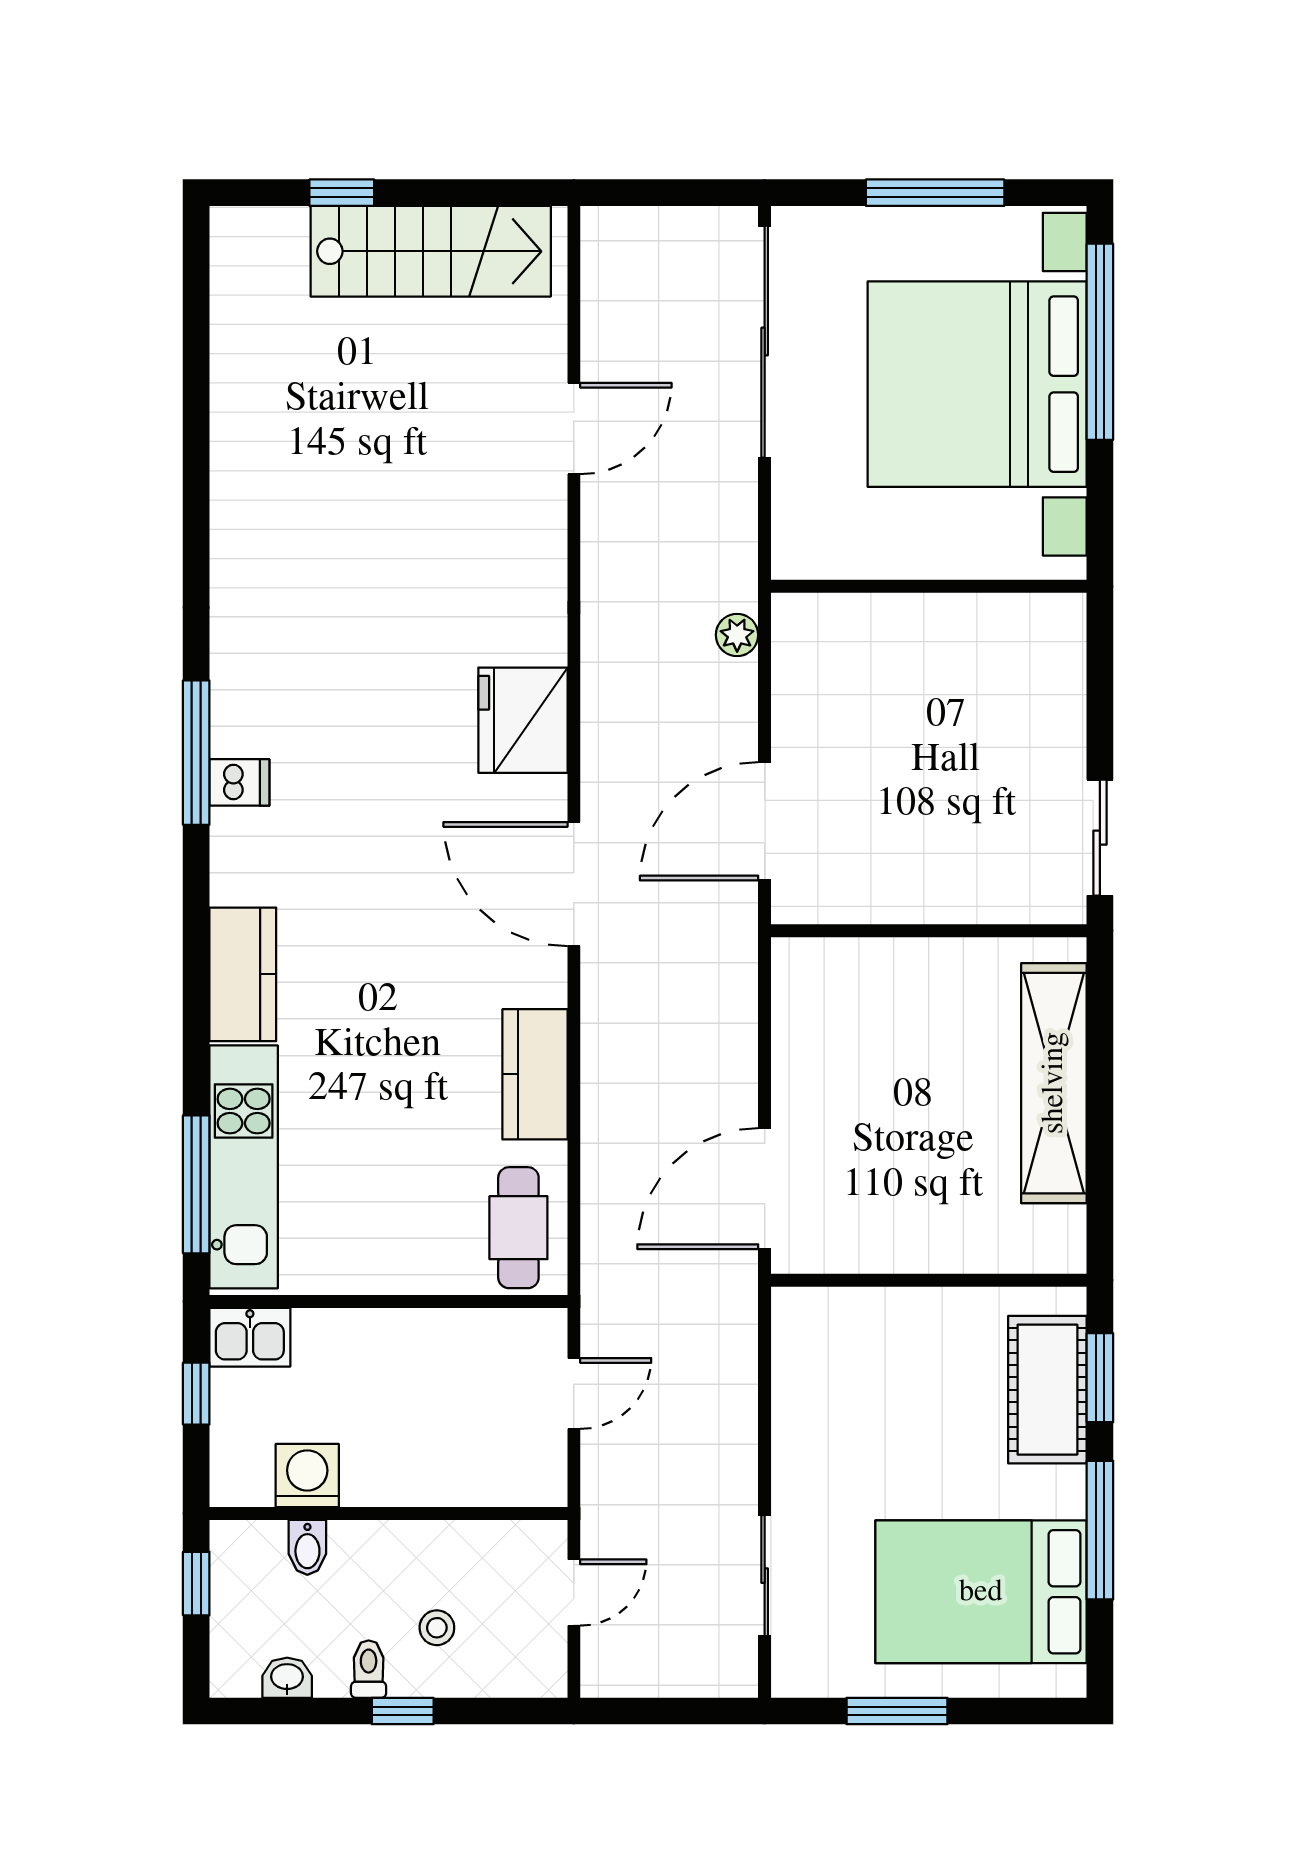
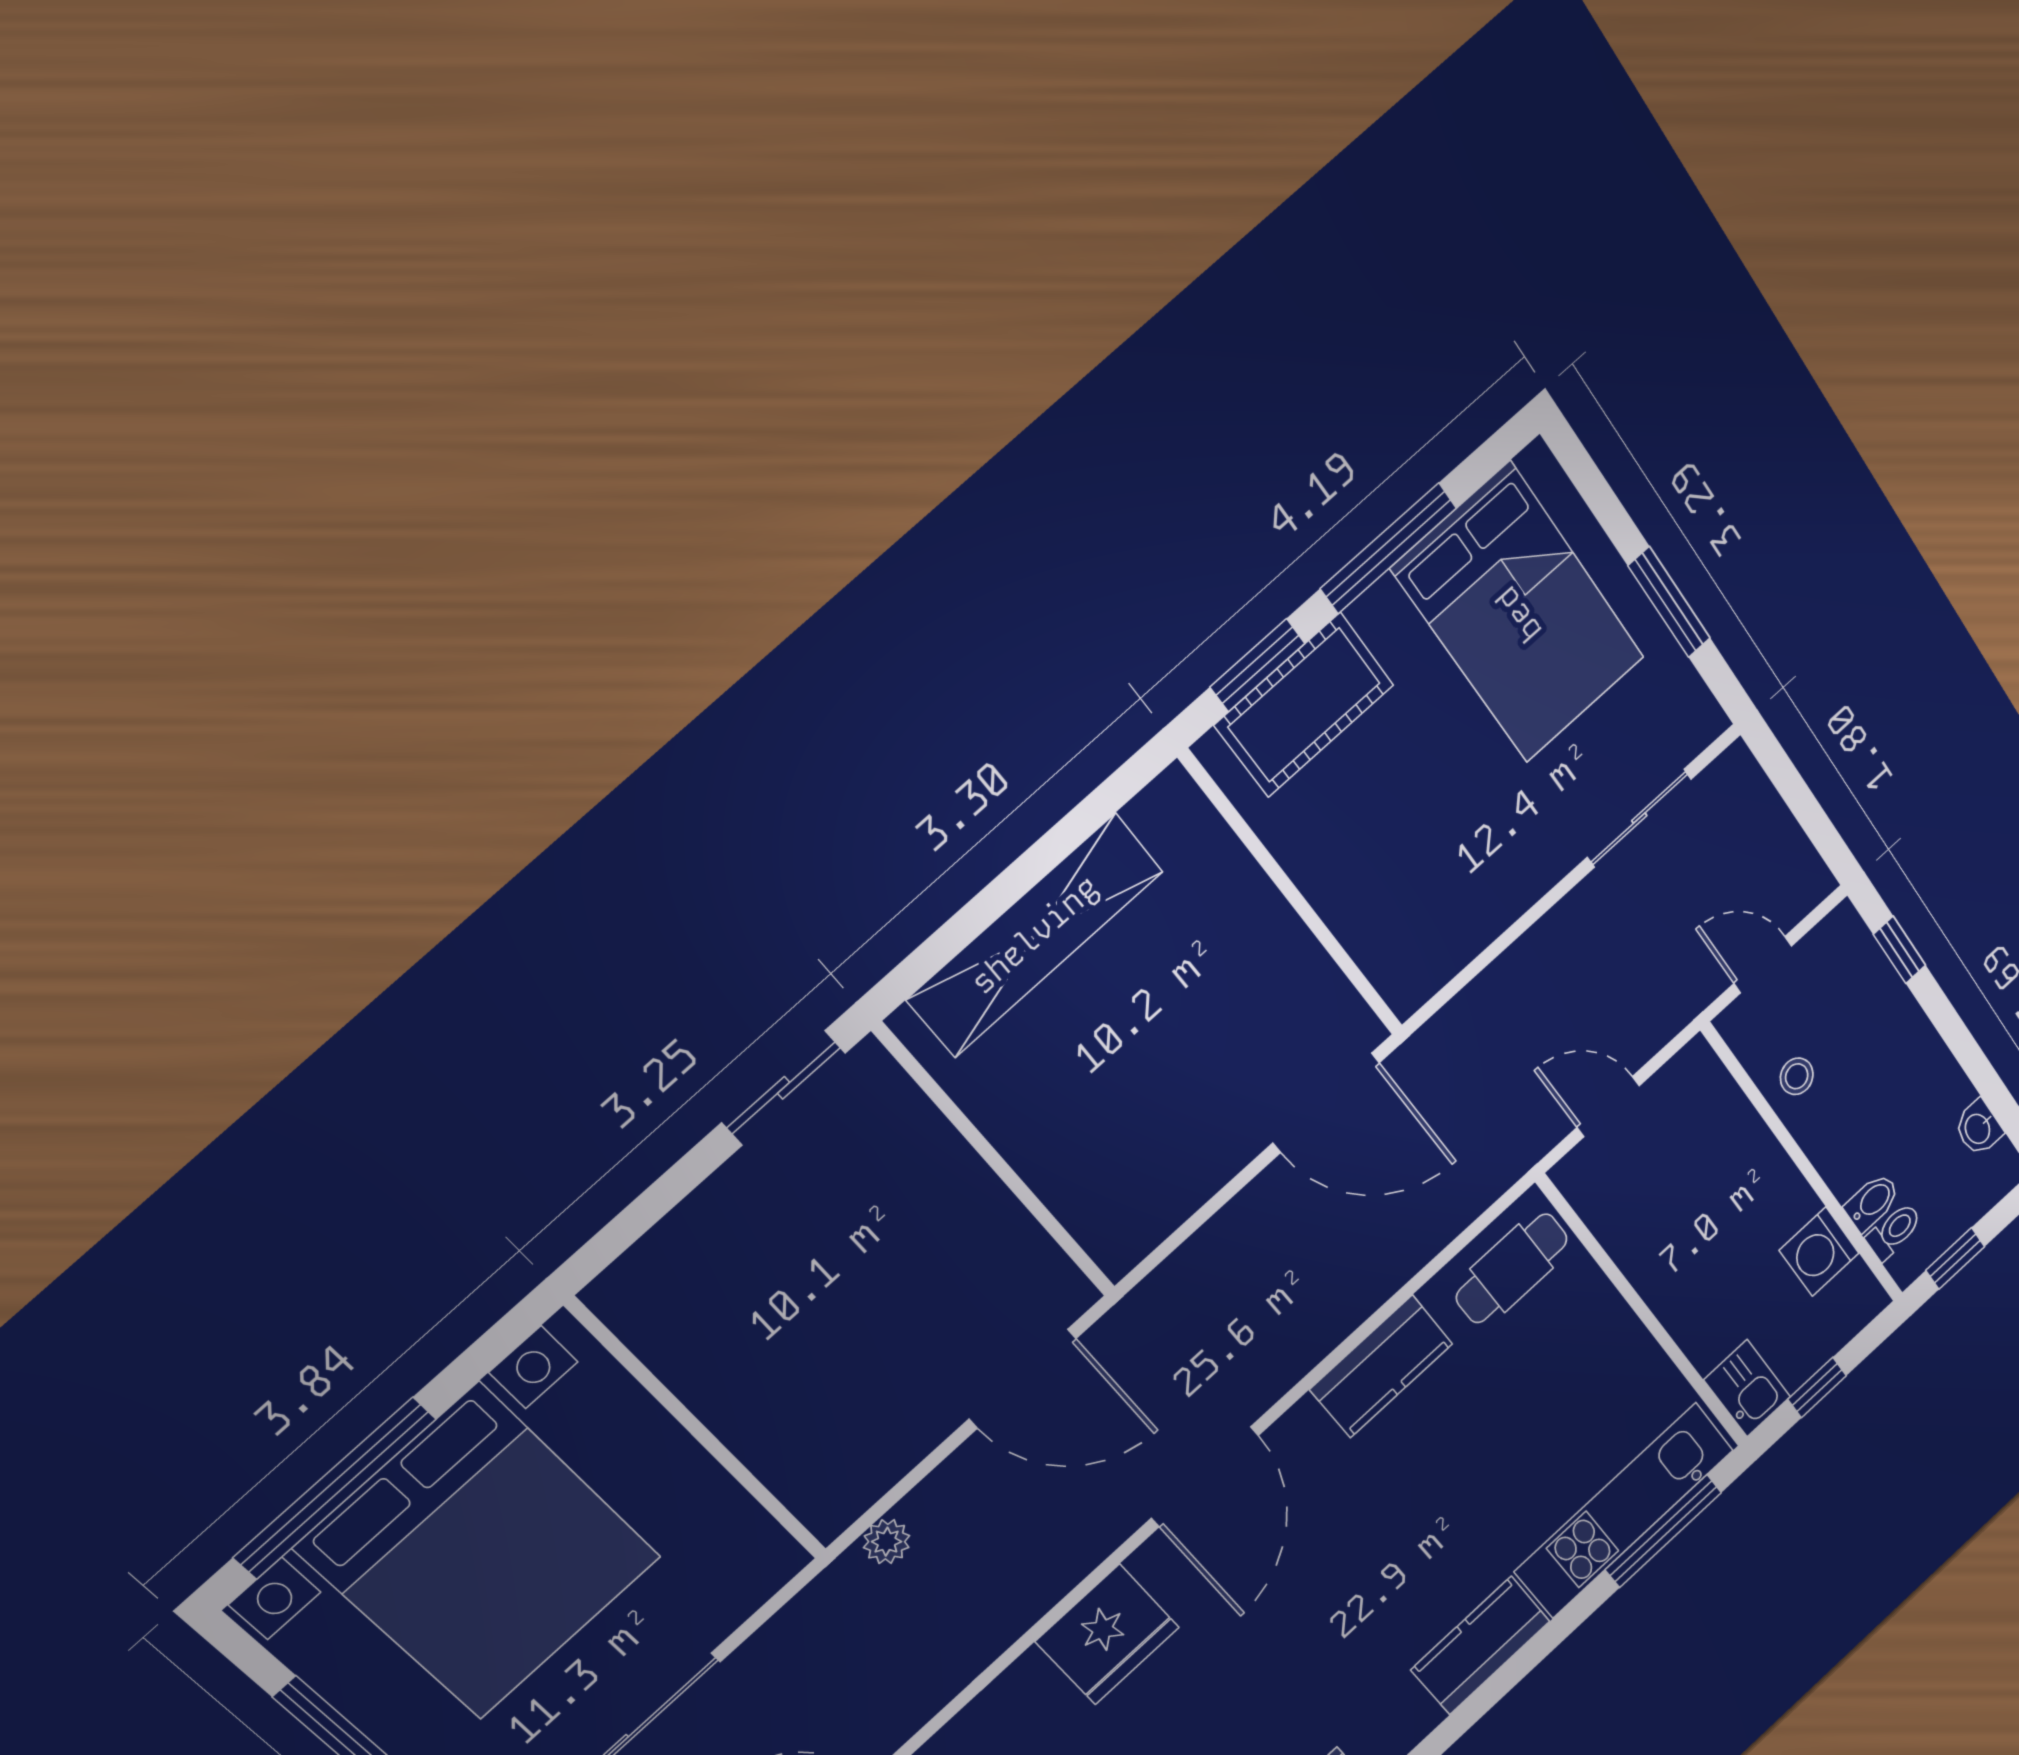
stool: (437, 1628) -> (1797, 1076), moved
toilet: (369, 1669) -> (1894, 1231), moved, turned 180
window: (403, 1711) -> (1900, 950), moved

